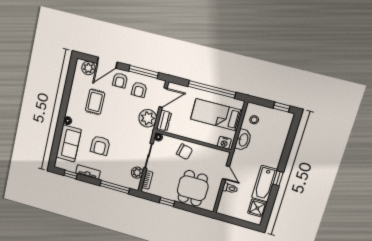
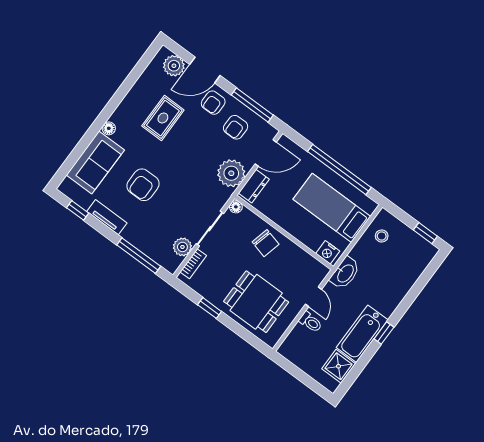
washbasin: (243, 140) -> (345, 273), moved
dining table: (193, 188) -> (256, 302), turned 90

